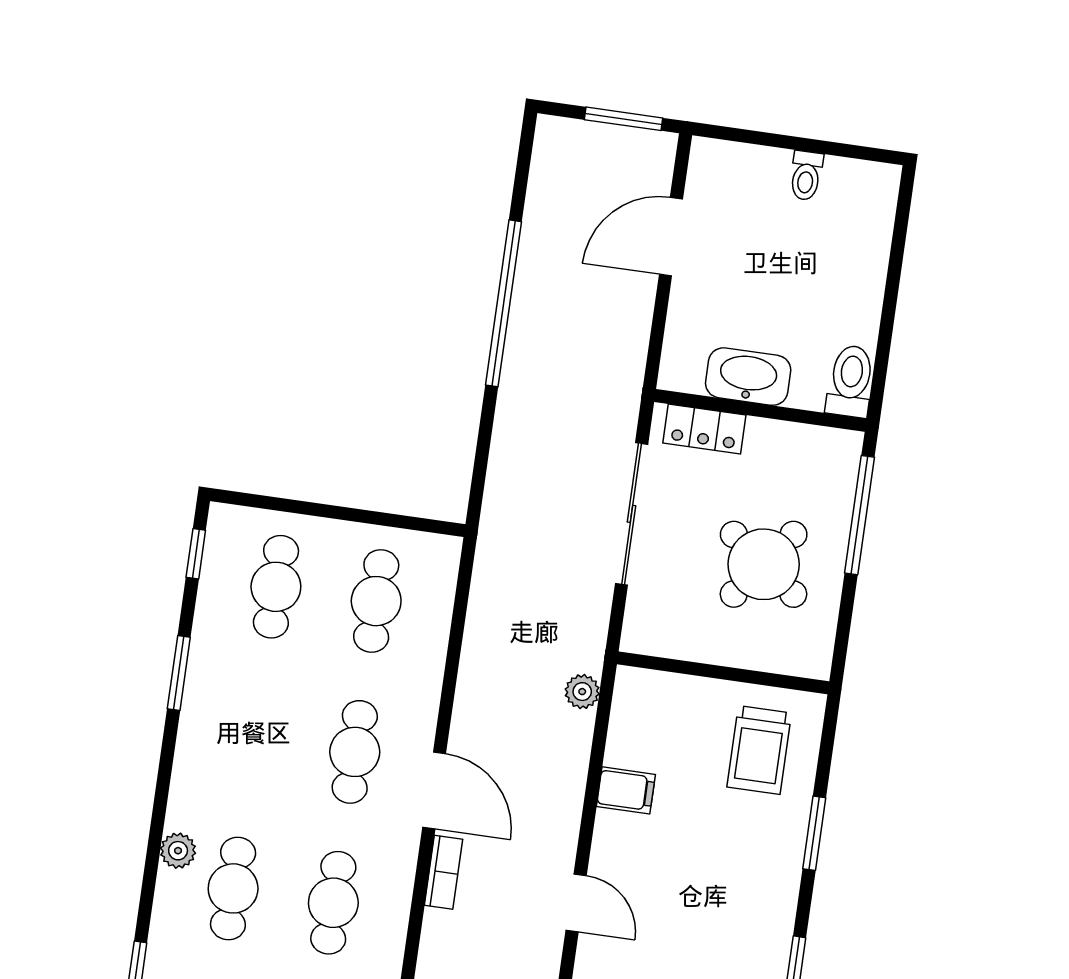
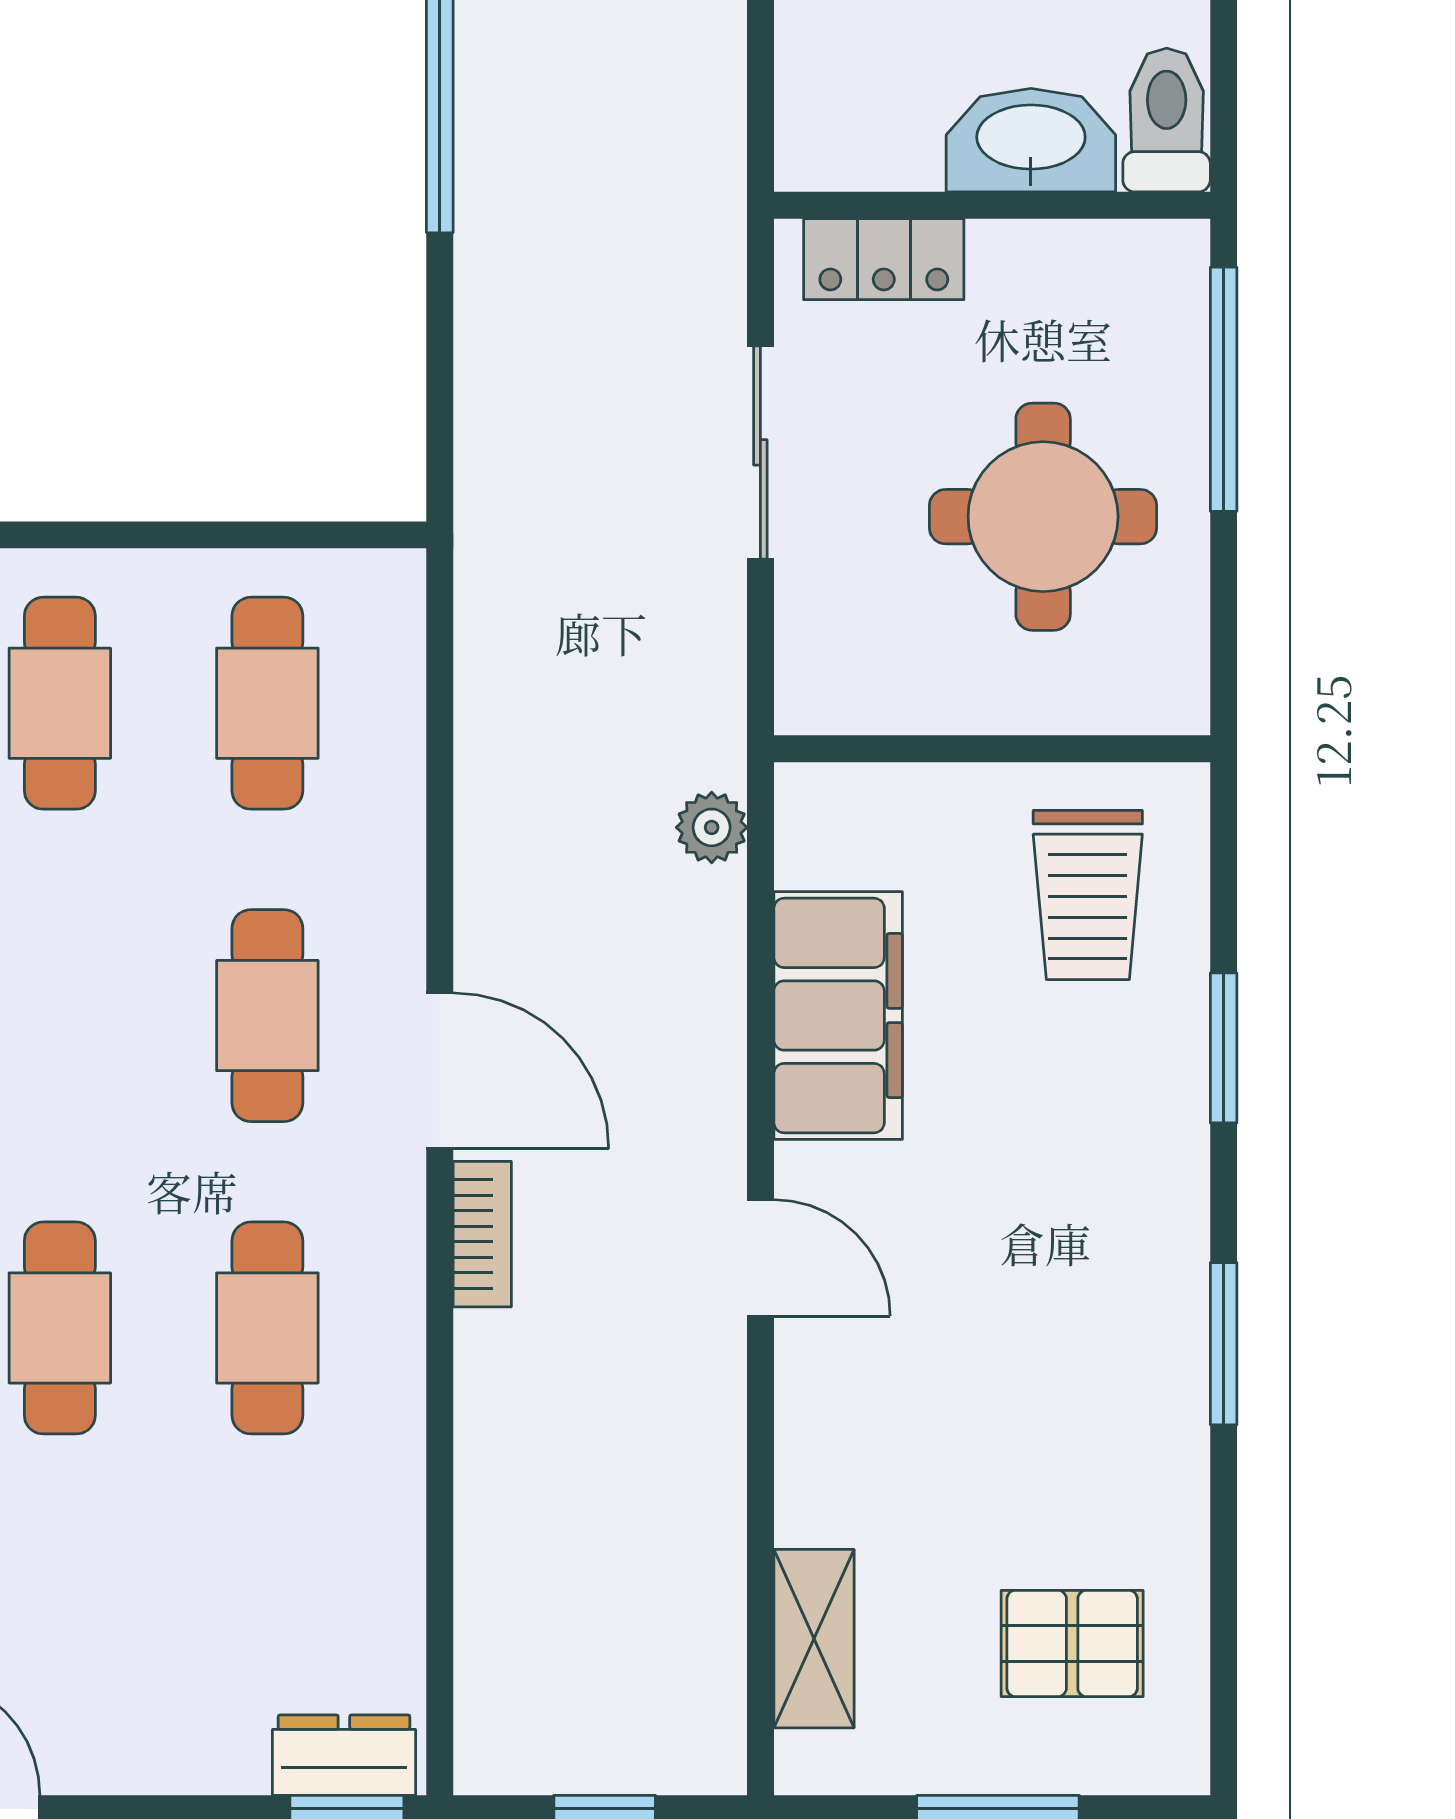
washbasin: (748, 377) -> (1031, 140), moved
sliding door: (632, 514) -> (760, 452), width x0.73
round table: (764, 564) -> (1043, 517), turned -37
filing cabinet: (626, 790) -> (838, 1015), width x3.00, depth x1.17

